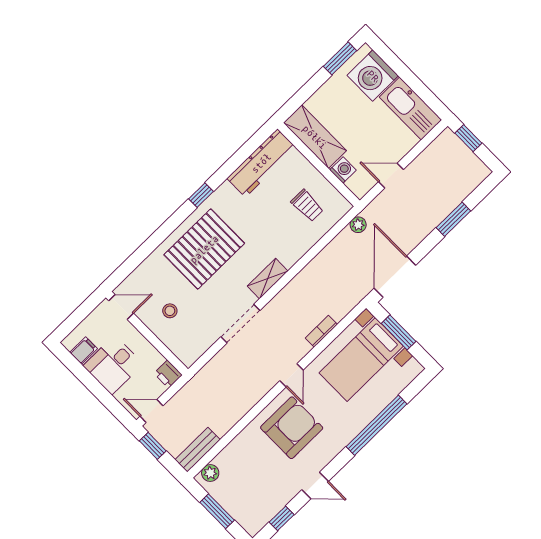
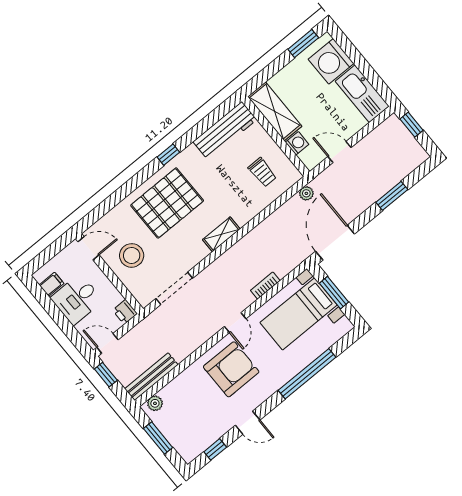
stool: (170, 311) -> (132, 255), width x1.89, depth x1.89
doorway: (240, 324) -> (174, 288), moved
bench: (198, 450) -> (151, 377), width x1.36

